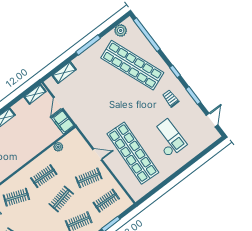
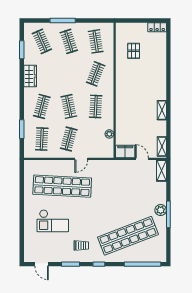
plant: (121, 30) -> (161, 210), moved
shelving: (64, 72) -> (161, 171), moved

